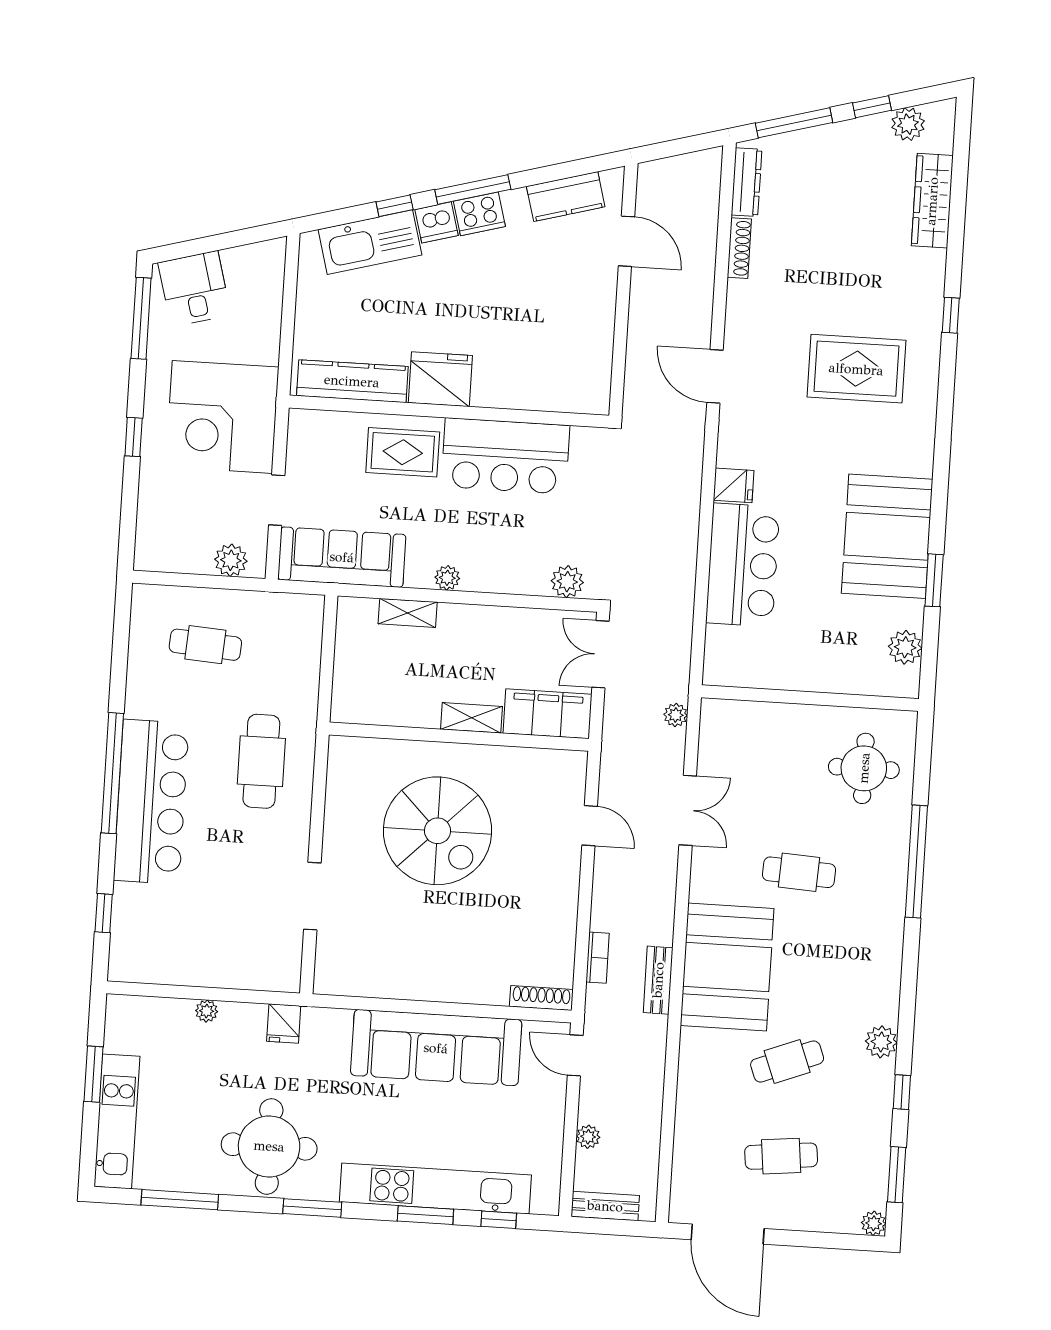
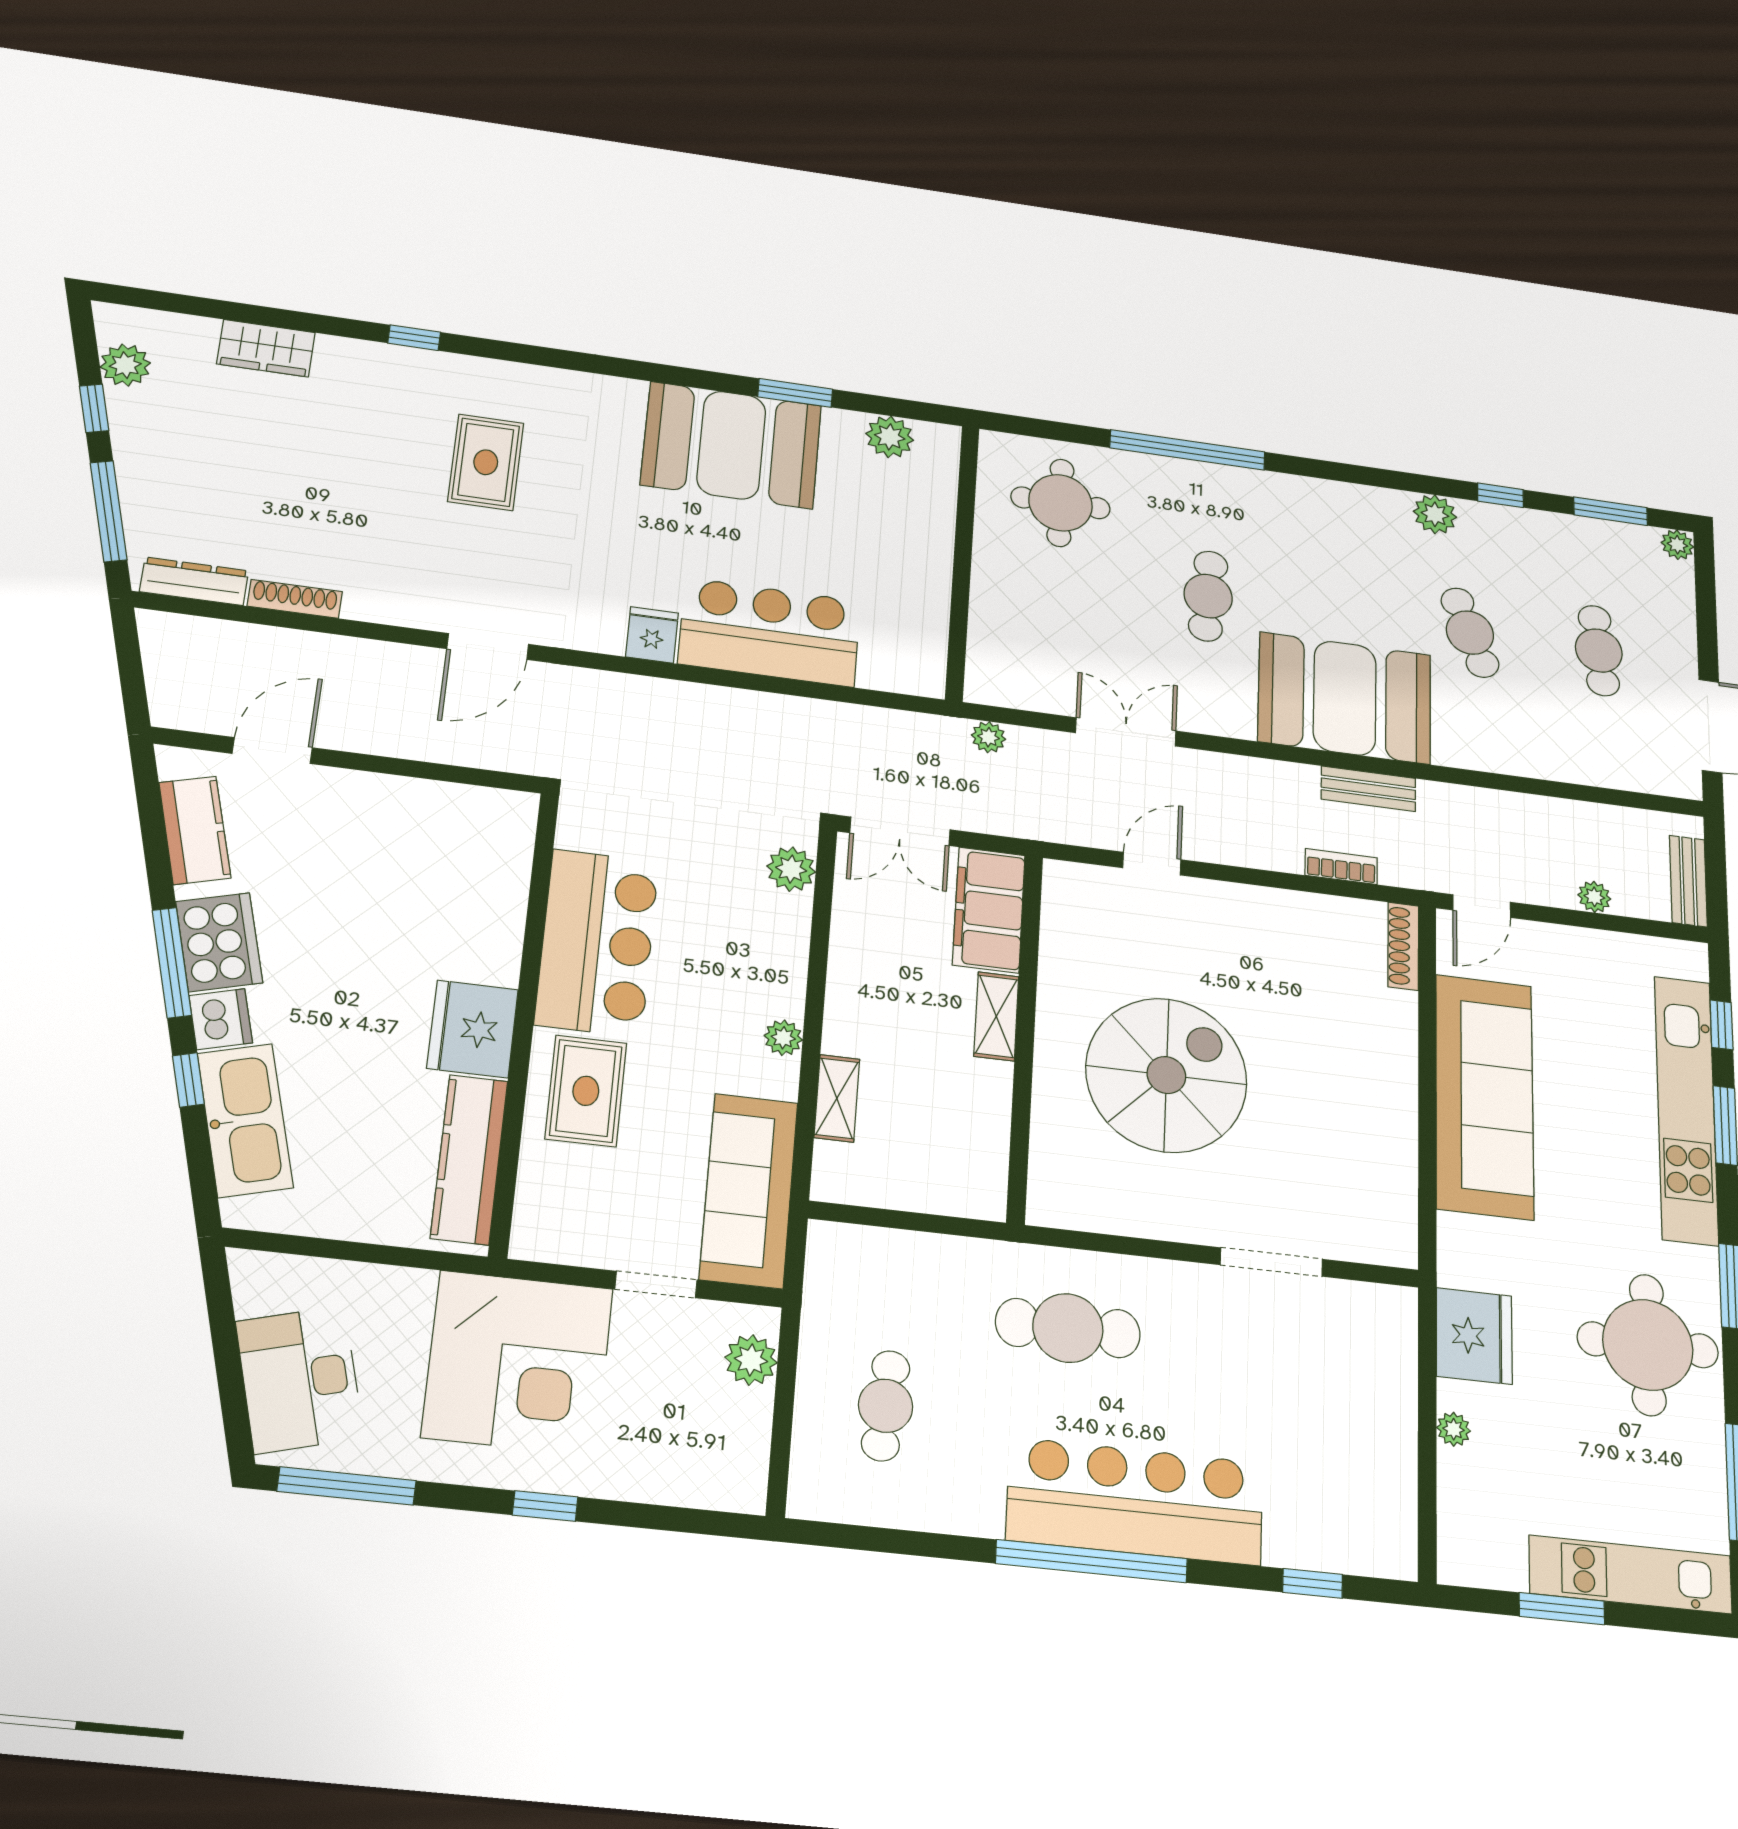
wardrobe: (932, 201) -> (266, 348), width x0.67
cooker: (479, 214) -> (219, 942), width x1.37, depth x1.31
desk: (194, 289) -> (300, 1379), width x1.37
rug: (856, 369) -> (486, 462), width x0.73, depth x0.70
fridge: (284, 1023) -> (1474, 1336), width x1.88, depth x1.34

